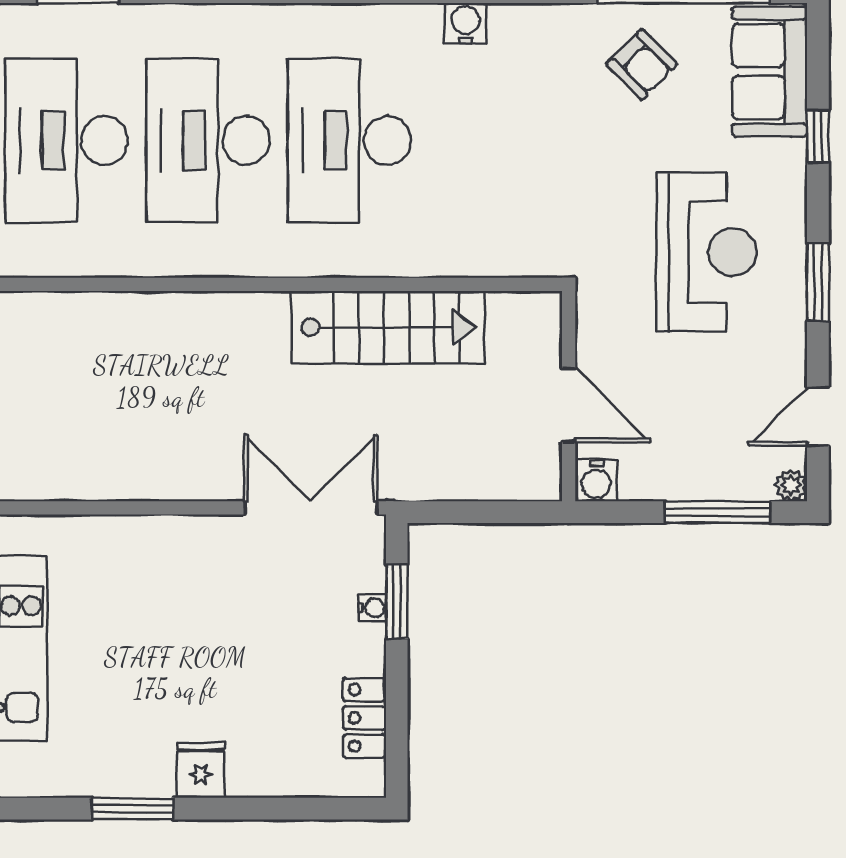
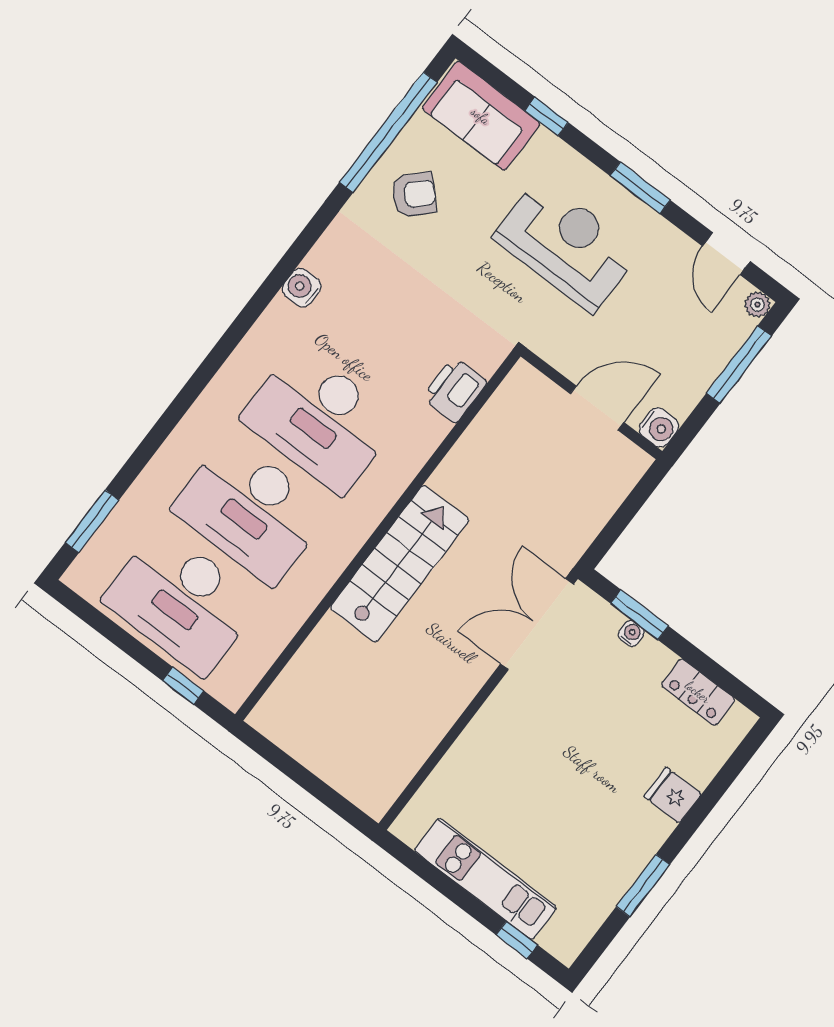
printer: (480, 251) -> (454, 390), added
stairs: (388, 327) -> (400, 564), moved
fridge: (201, 770) -> (673, 795), moved

